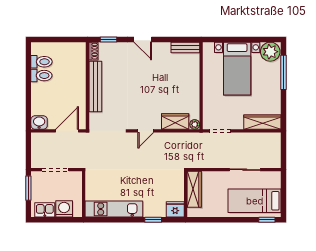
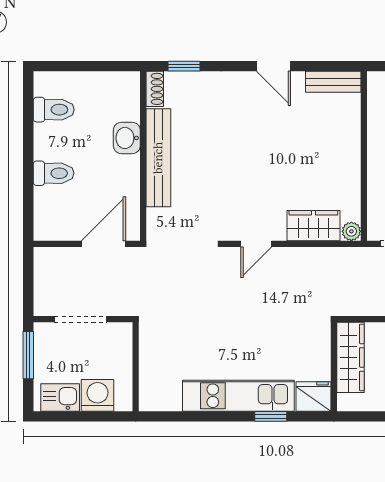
door: (143, 39) -> (273, 66), moved
toilet: (41, 76) -> (54, 173), moved
washbasin: (39, 122) -> (127, 138), moved, turned -90
kitchen unit: (114, 209) -> (238, 396), moved

